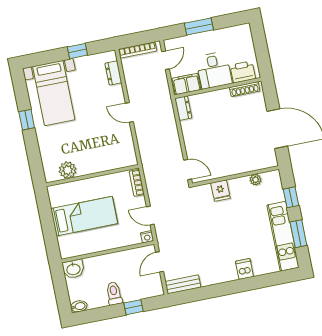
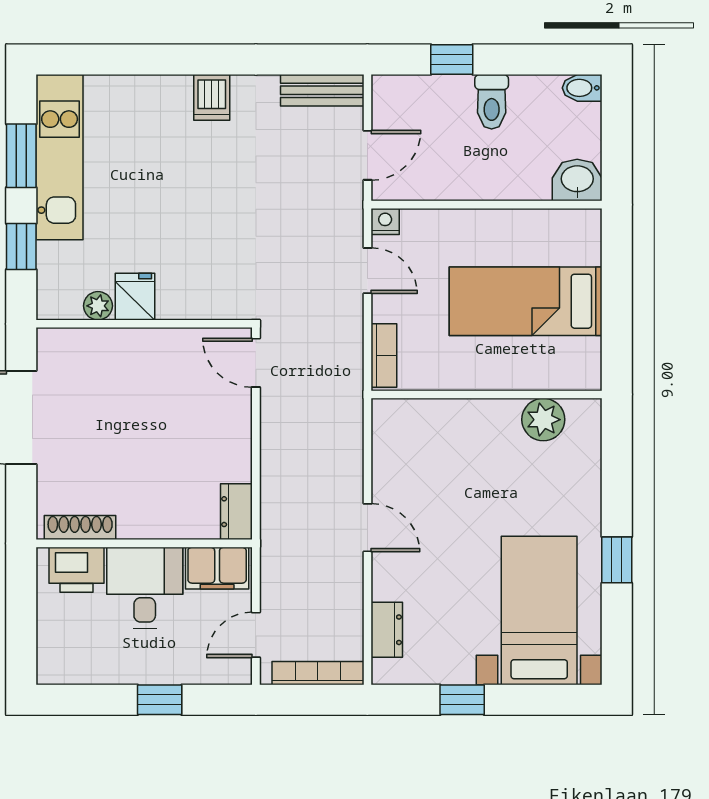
window: (199, 27) -> (160, 700), width x0.67
fridge: (220, 191) -> (135, 297), moved
dishwasher: (244, 269) -> (212, 97), moved

